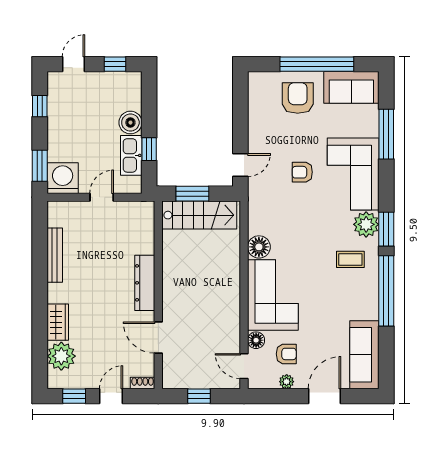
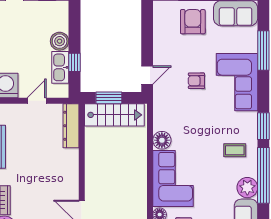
plant: (366, 224) -> (247, 188), moved
dresser: (145, 283) -> (71, 126), moved

